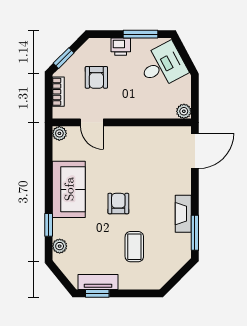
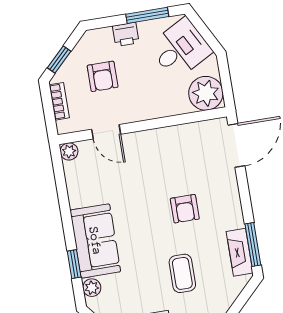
plant: (184, 111) -> (206, 93), width x1.88, depth x1.88
sofa: (69, 189) -> (95, 241), moved
armchair: (118, 204) -> (185, 209), moved, turned 180
fireplace: (183, 214) -> (240, 252), moved

